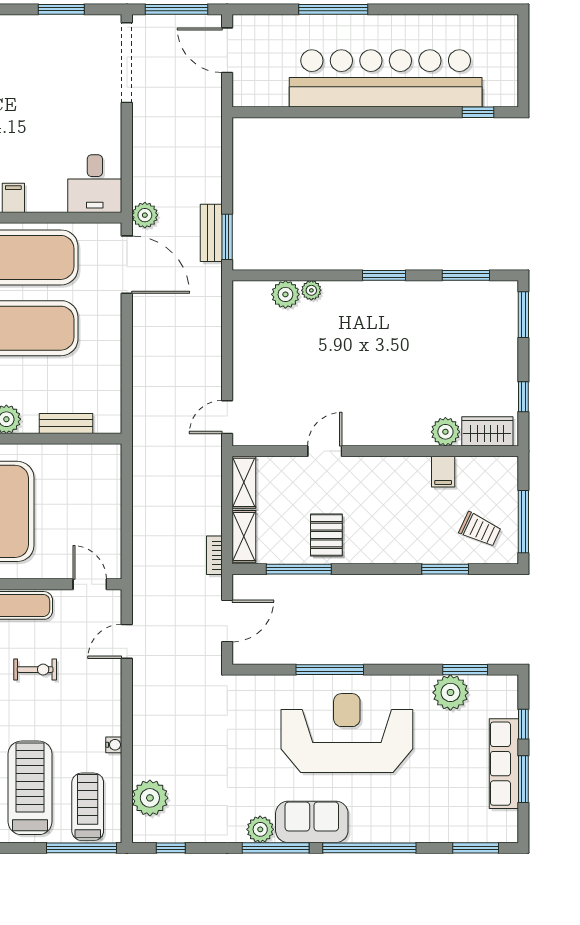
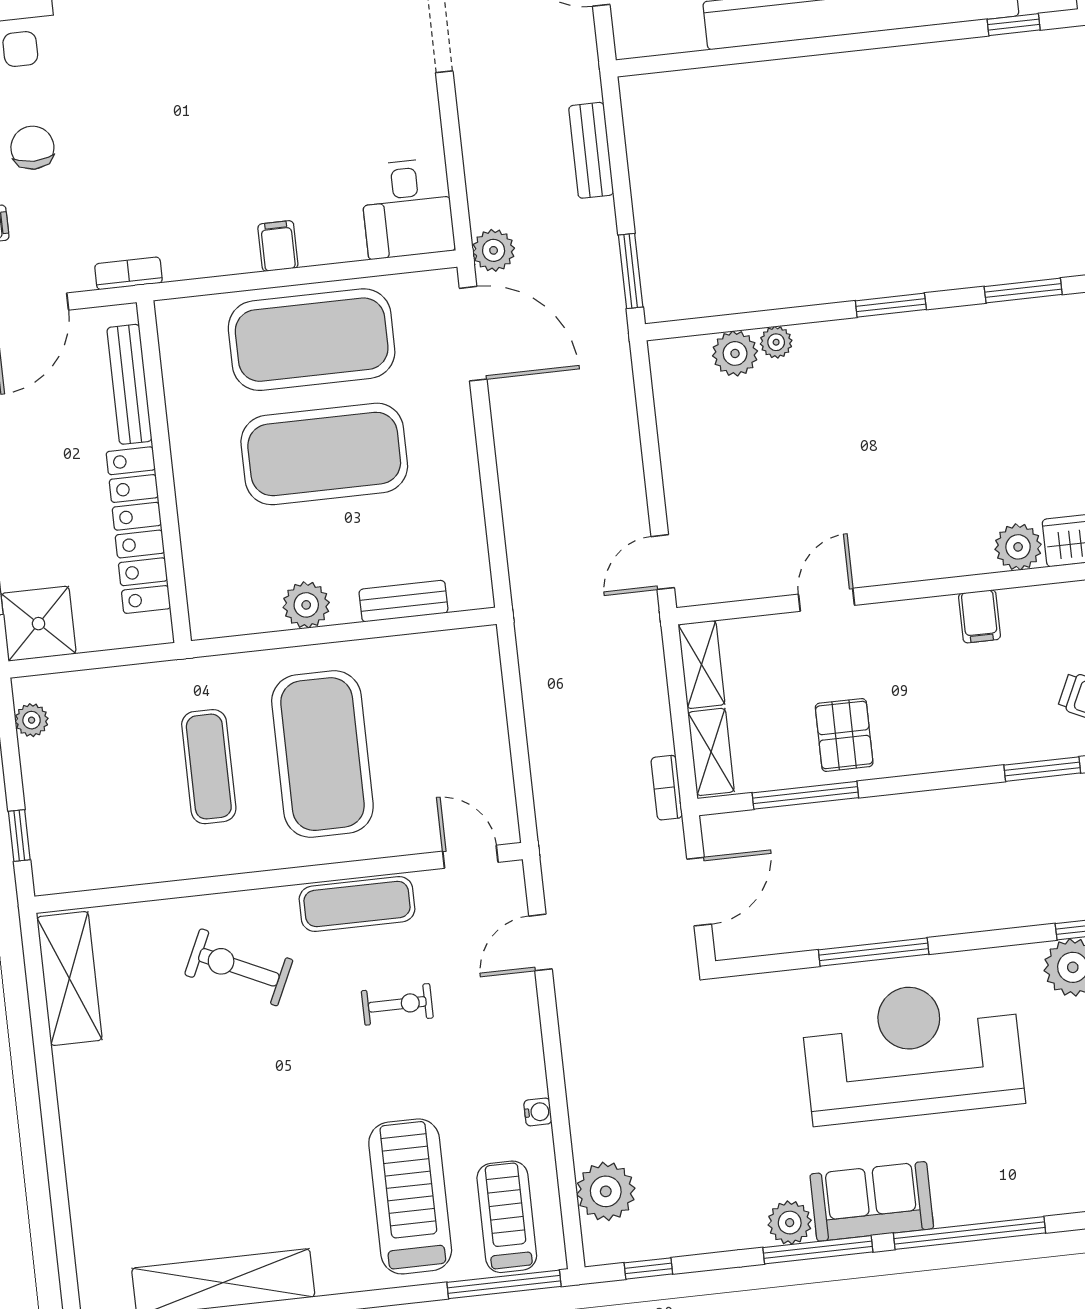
bench: (211, 233) -> (591, 150), moved
filing cabinet: (443, 472) -> (979, 616), moved

